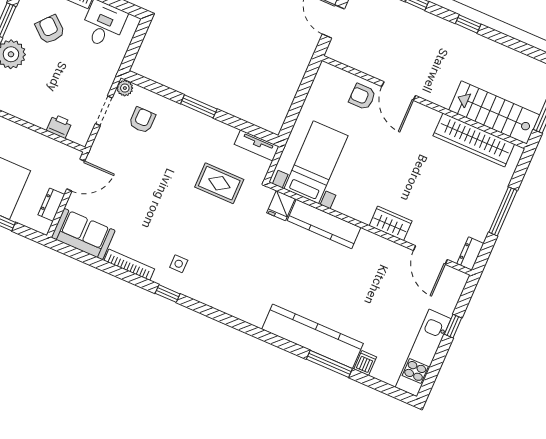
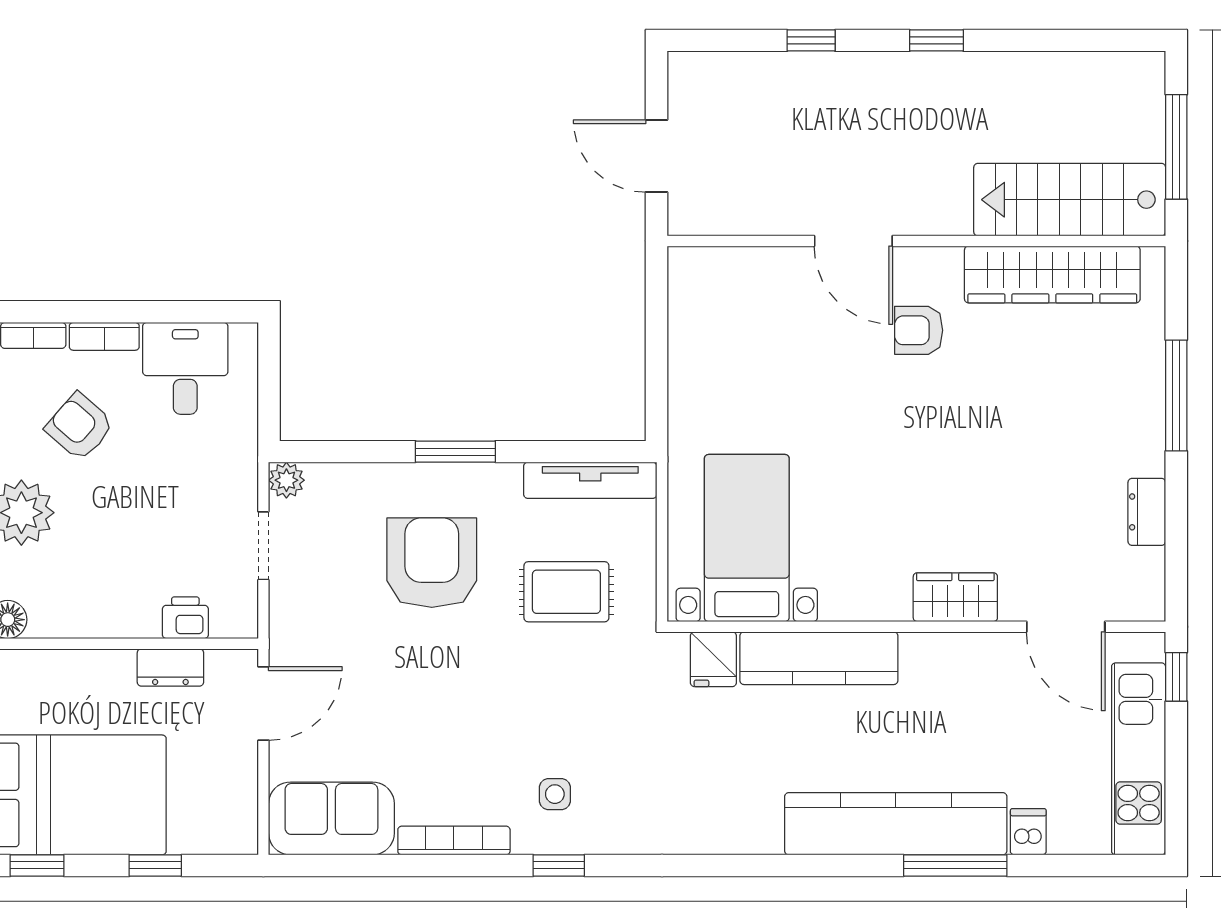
armchair: (362, 97) -> (919, 330), moved
armchair: (142, 120) -> (432, 563), moved, width x1.88, depth x1.88
tv unit: (257, 145) -> (590, 480), width x1.41
bed with nightstands: (316, 162) -> (747, 538), moved
dresser: (51, 205) -> (170, 667), moved, turned -90
fridge: (281, 206) -> (713, 659), moved
wardrobe: (391, 223) -> (955, 597), moved
kitchen counter: (324, 224) -> (819, 658), moved
wall: (369, 228) -> (916, 627), moved
door: (430, 255) -> (1066, 627), moved

